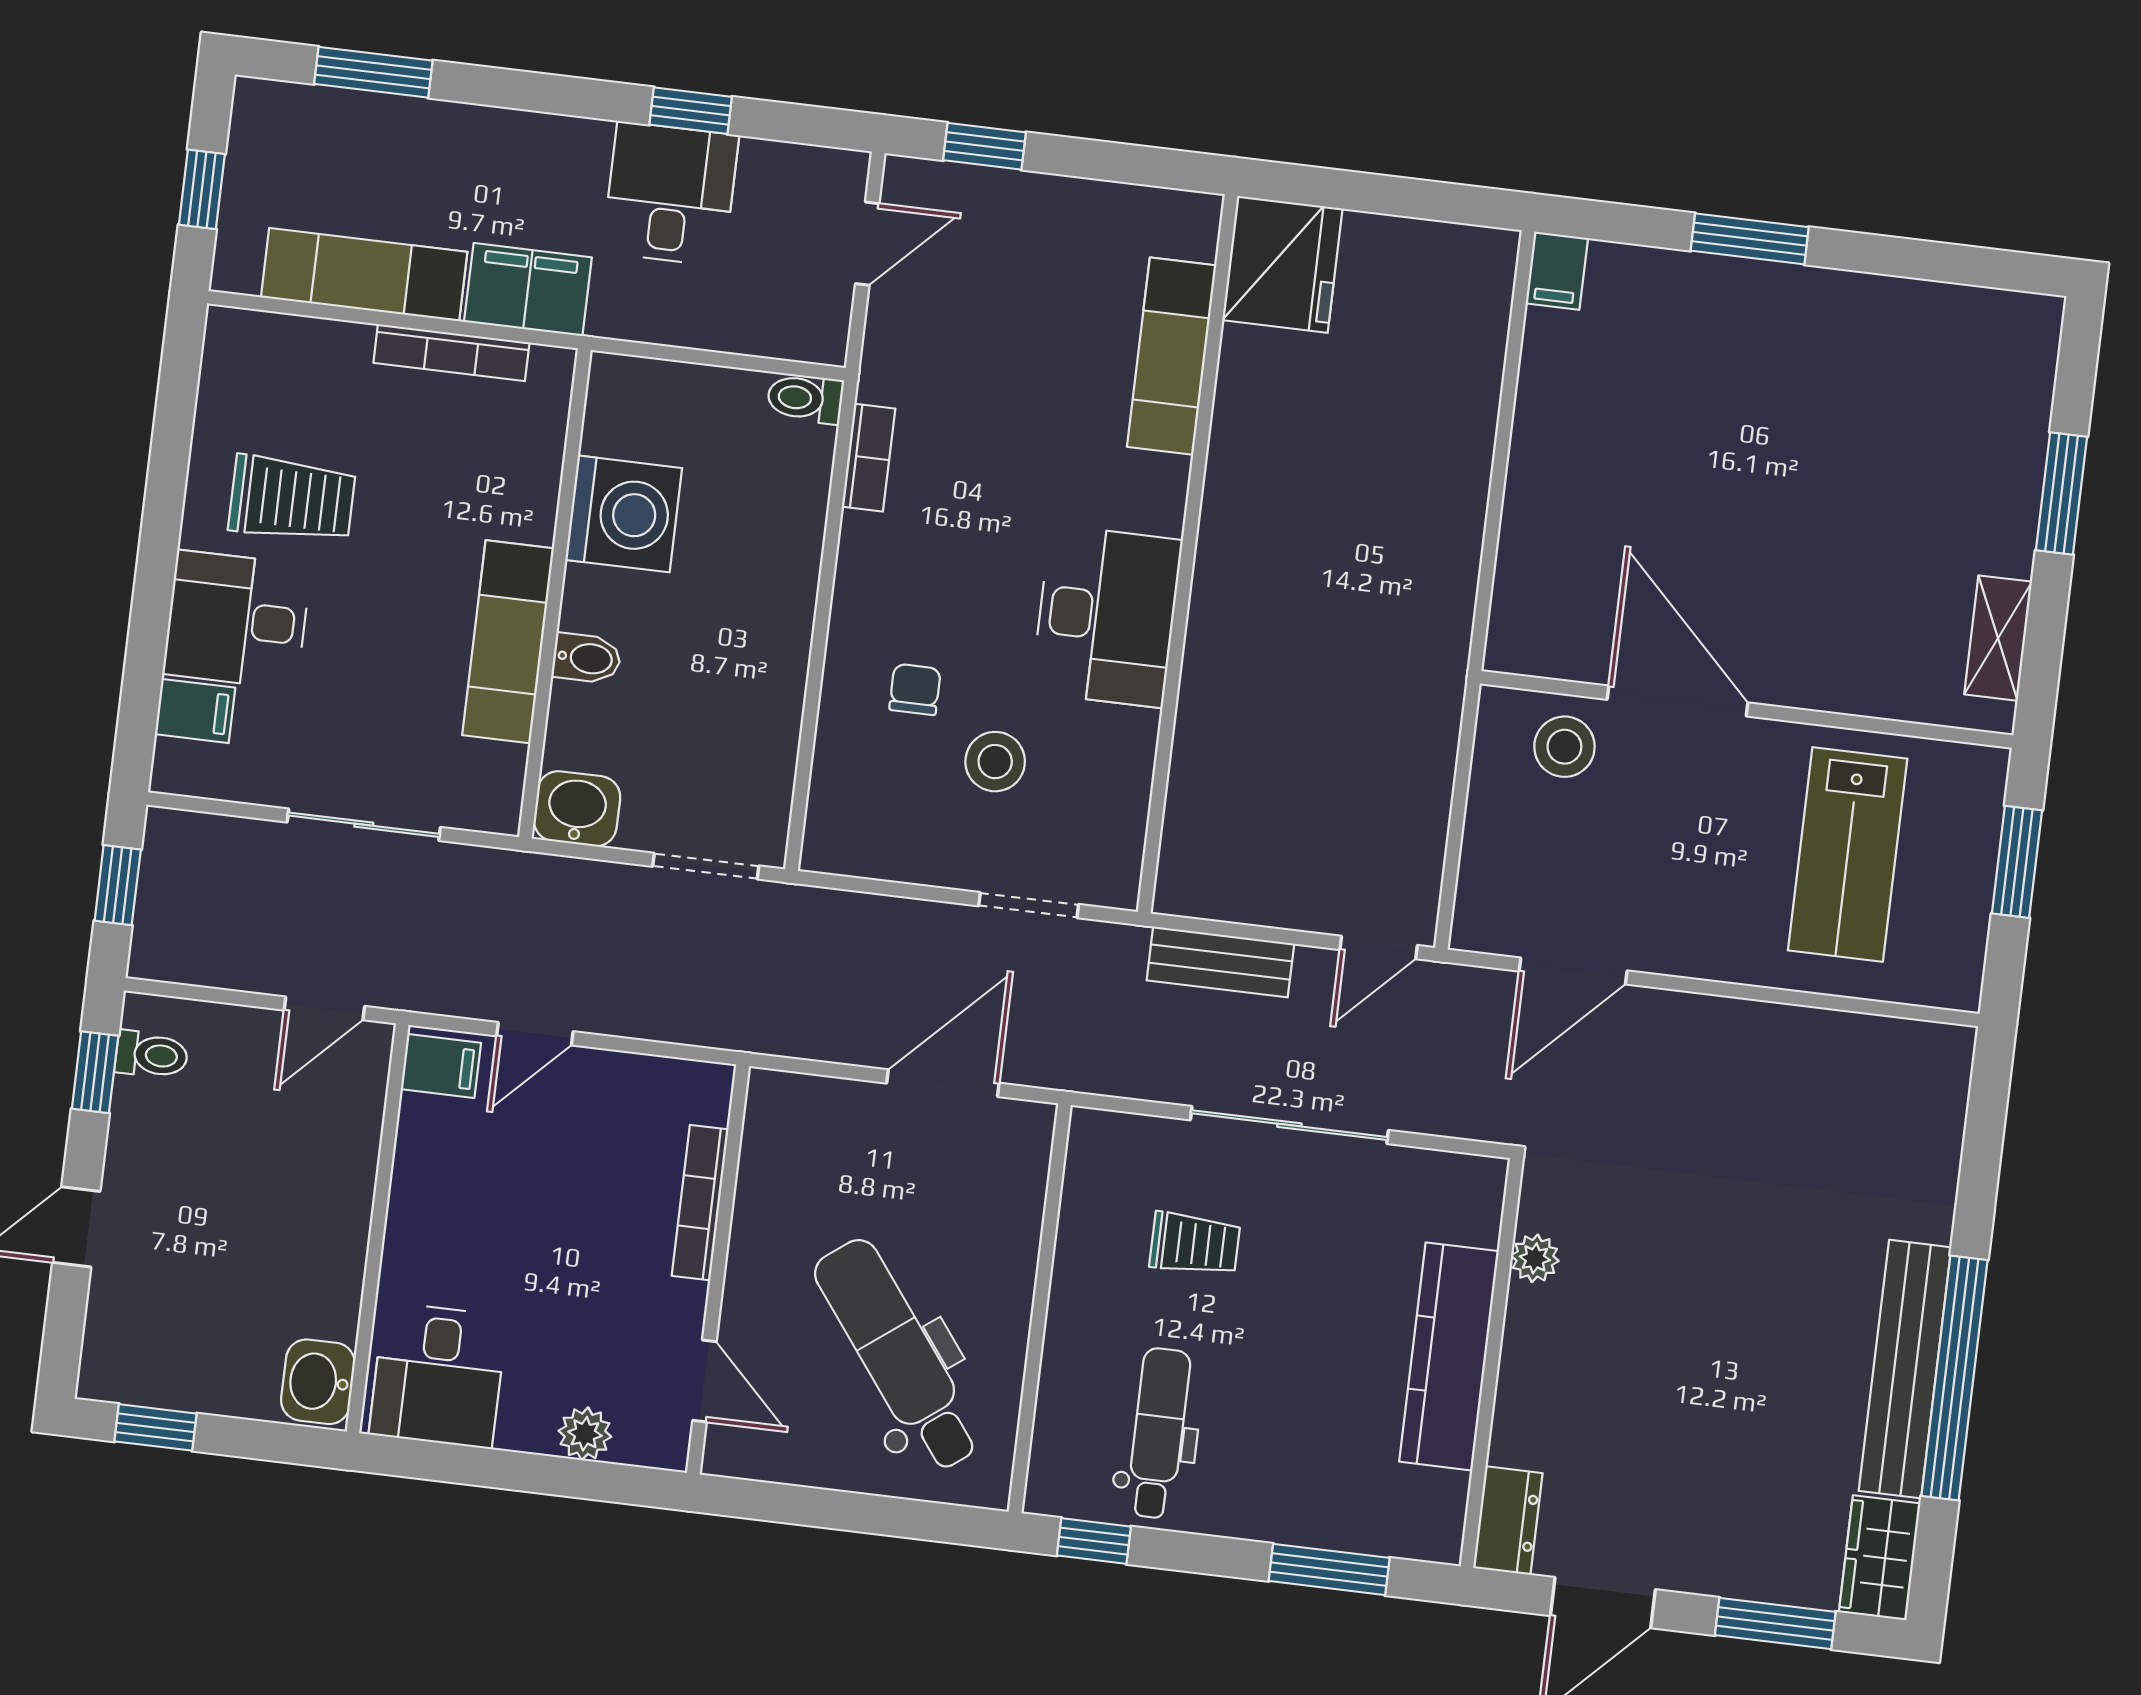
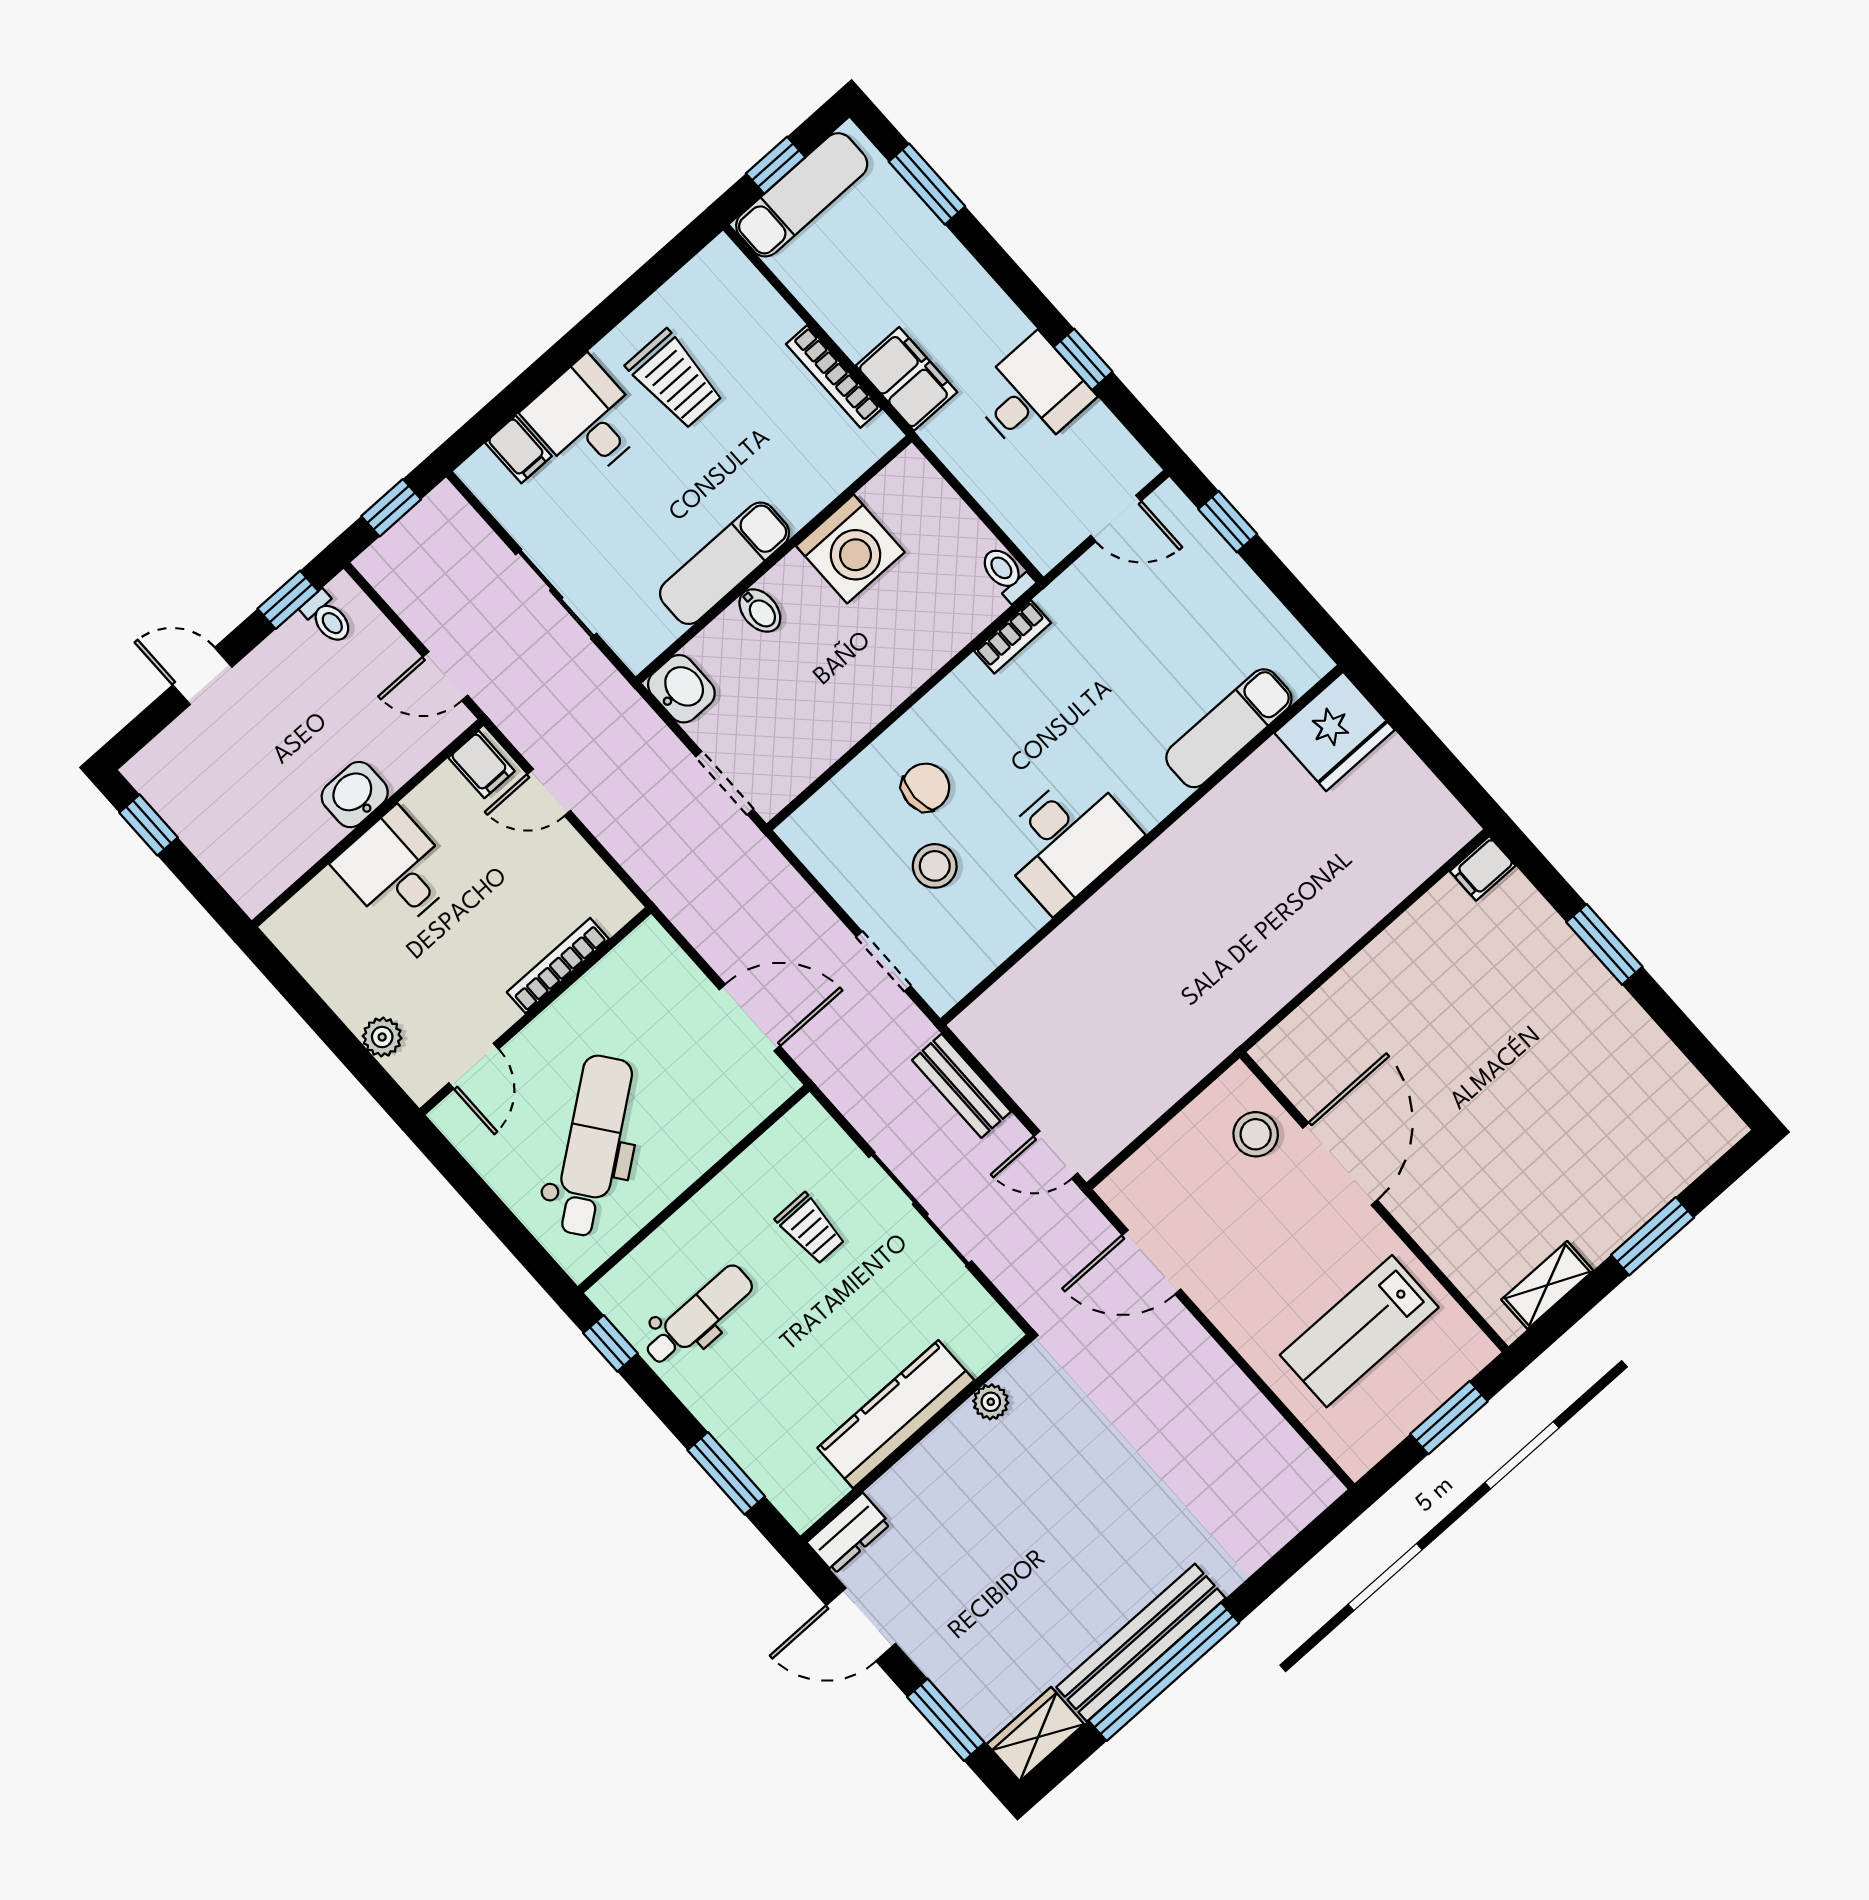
exam couch: (364, 275) -> (802, 195), moved, turned 90
chair: (915, 689) -> (926, 787), width x1.37, depth x1.37
desk: (438, 1375) -> (396, 870), moved, turned 90
washbasin: (318, 1382) -> (355, 795), moved

